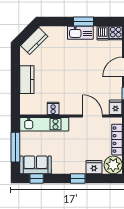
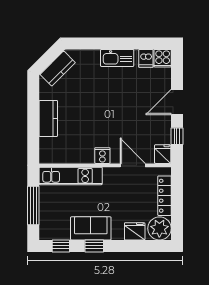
window: (83, 21) -> (121, 43), removed
cooker: (53, 108) -> (102, 156), moved
sofa: (36, 165) -> (91, 228), moved
window: (78, 179) -> (94, 246), moved

